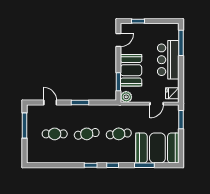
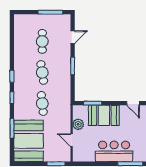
fridge: (172, 93) -> (82, 155), removed
plant: (126, 97) -> (78, 124), moved

